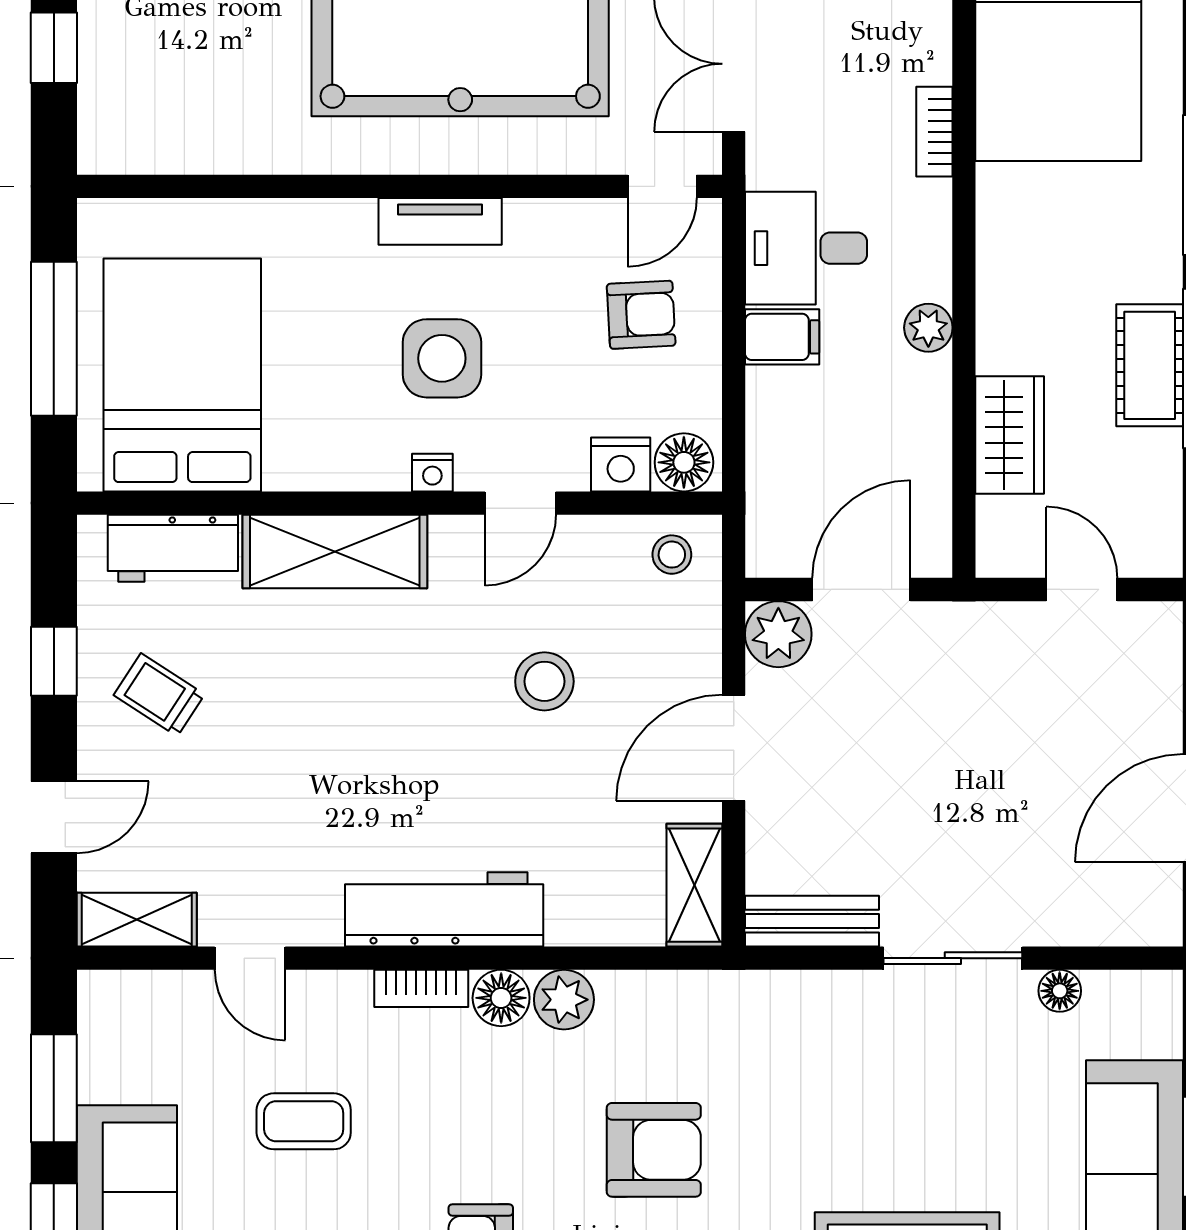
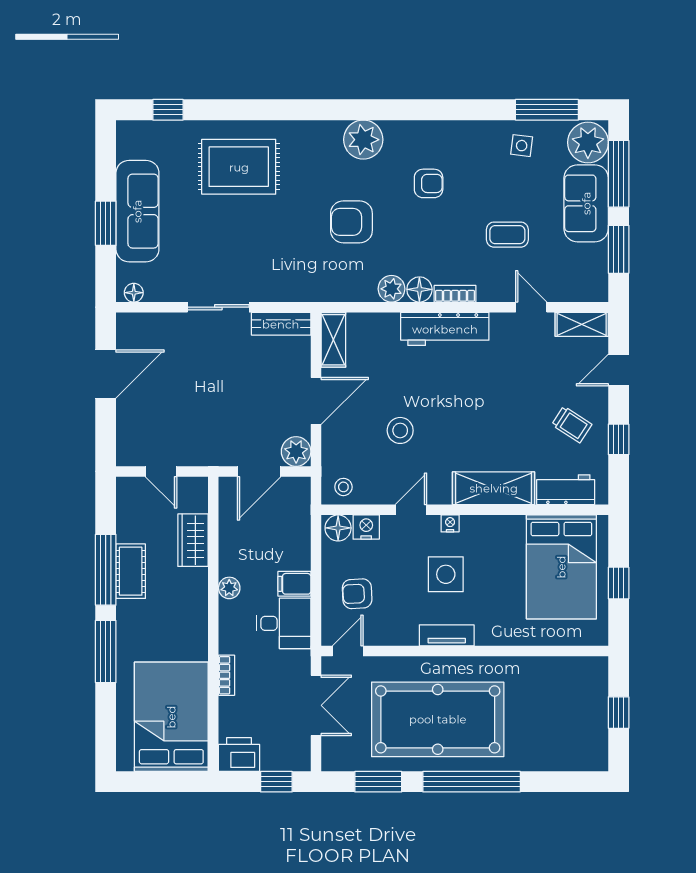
window: (54, 339) -> (619, 583), width x0.46
floor lamp: (1060, 991) -> (134, 293), moved

